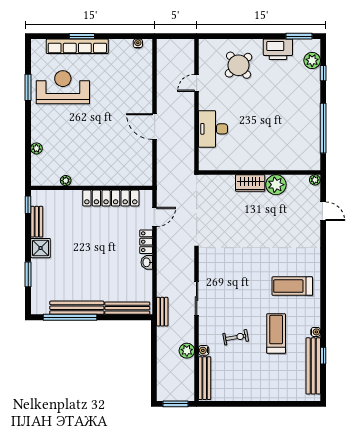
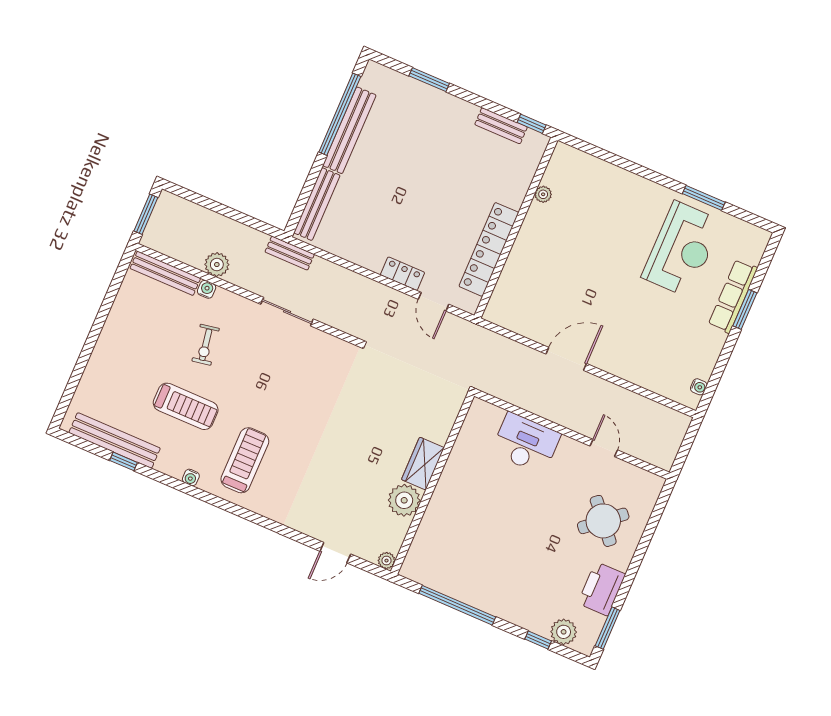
row of seats: (77, 46) -> (733, 296), width x0.73
plant: (36, 148) -> (609, 172), removed
shower: (41, 248) -> (460, 115), removed
washbasin: (147, 262) -> (372, 262), removed
water cooler: (316, 332) -> (191, 477), moved

